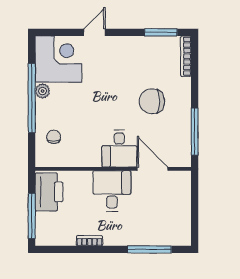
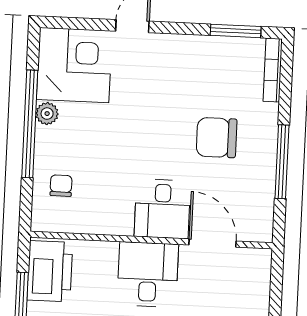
window: (195, 132) -> (282, 162), moved

